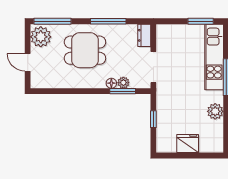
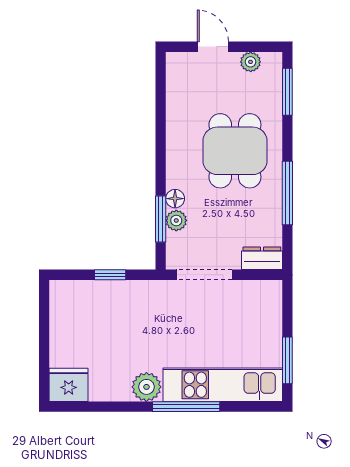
window: (52, 21) -> (287, 92), width x0.69
plant: (41, 37) -> (251, 62), width x0.53, depth x0.53
door: (28, 62) -> (213, 47), hinge flipped
plant: (215, 111) -> (146, 387), moved
fridge: (188, 143) -> (69, 385), moved, turned -90

